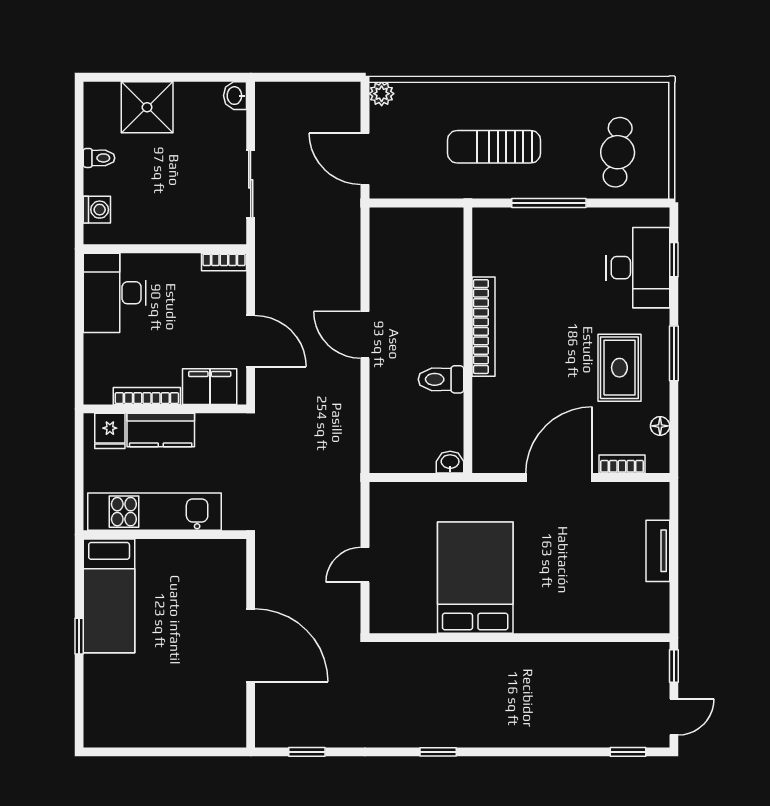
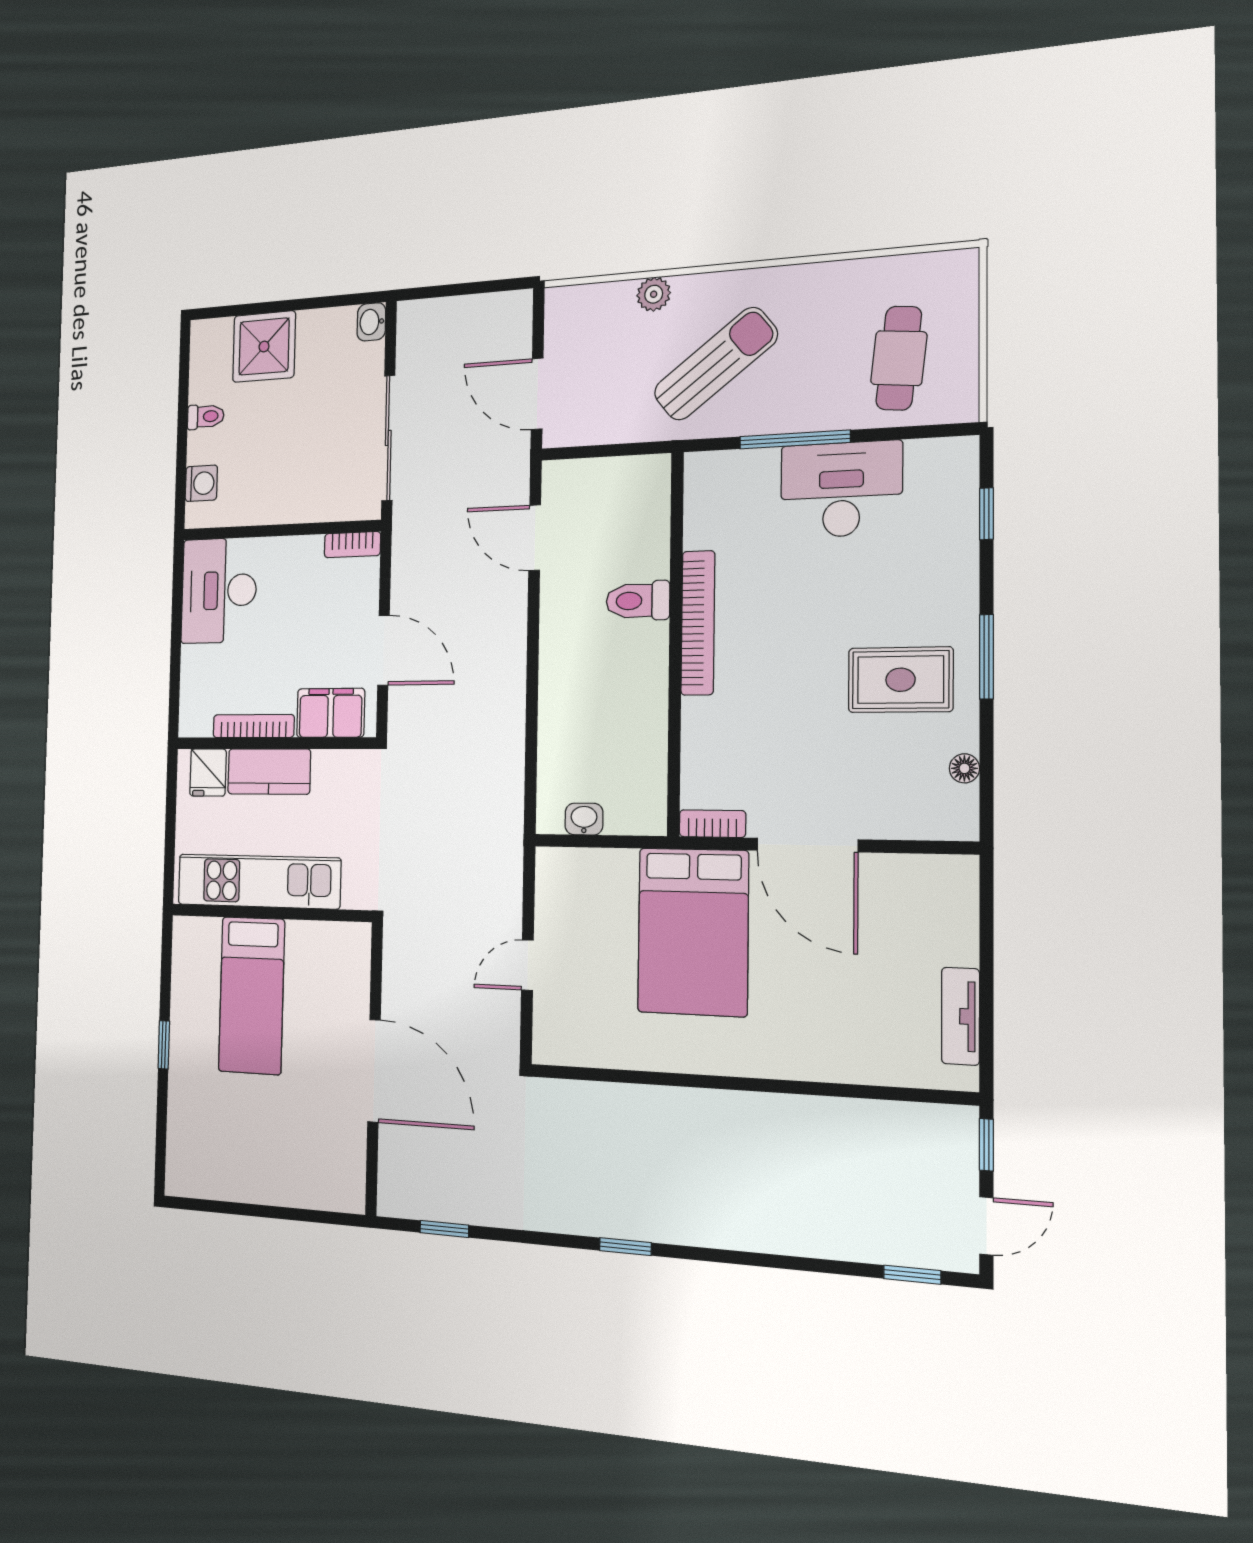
plant: (382, 94) -> (654, 294), moved
sun lounger: (494, 147) -> (716, 364), turned 142
sliding door: (251, 184) -> (388, 438), width x1.37
desk: (638, 268) -> (841, 489), moved, turned -90
door: (365, 335) -> (535, 538), moved
rug: (619, 368) -> (901, 680), turned 90
toilet: (441, 379) -> (638, 601), moved
washbasin: (450, 462) -> (584, 819), moved
bookcase: (622, 464) -> (712, 824), moved
door: (559, 477) -> (807, 845), swing flipped
tv unit: (658, 551) -> (961, 1016), moved
bed: (475, 578) -> (693, 932), moved, turned 180
bed: (109, 596) -> (252, 995), moved

